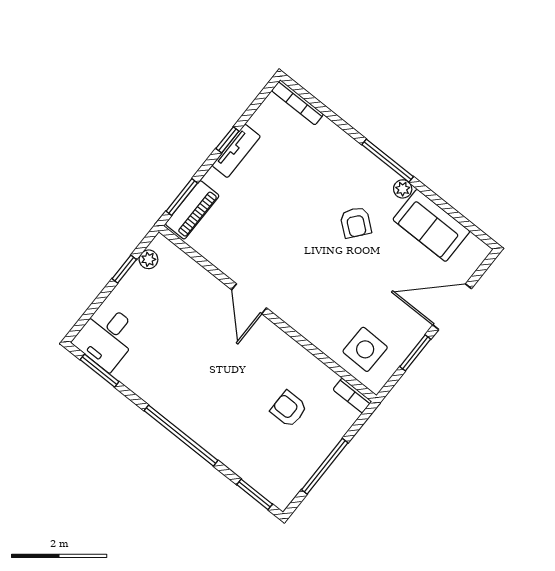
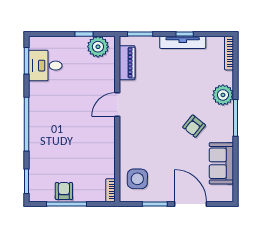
tv unit: (236, 151) -> (183, 42), width x1.41
plant: (403, 189) -> (223, 95), moved, width x1.88, depth x1.88
piano: (192, 210) -> (127, 63), moved, turned -90
plant: (148, 259) -> (98, 47), width x1.88, depth x1.88
desk: (107, 337) -> (45, 66), moved
armchair: (289, 409) -> (64, 191), moved

